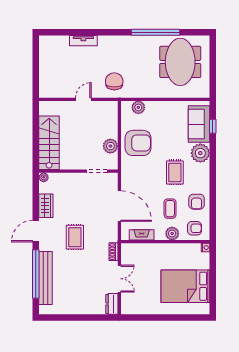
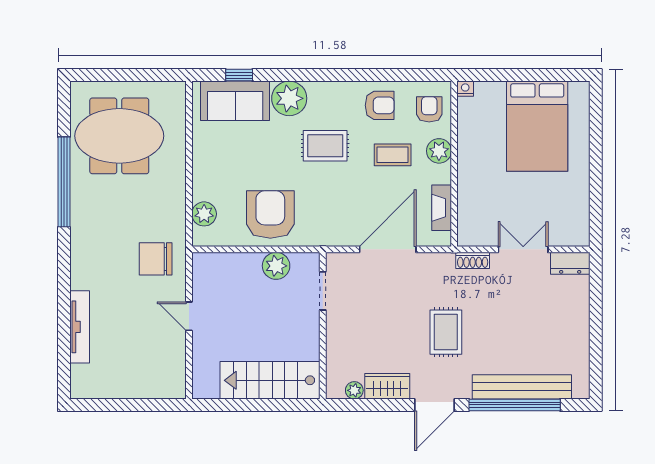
tv unit: (83, 41) -> (80, 327), width x1.41
plant: (44, 177) -> (354, 390), moved
door: (36, 231) -> (435, 405), hinge flipped
rug: (75, 237) -> (446, 332), turned 90

